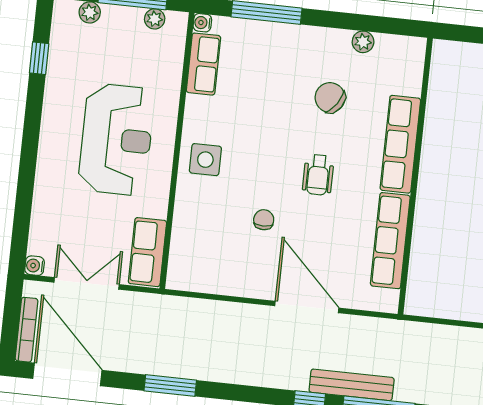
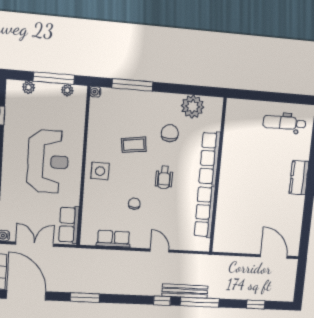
plant: (363, 42) -> (193, 107), width x1.88, depth x1.88
row of seats: (203, 64) -> (113, 239), moved, turned -90
chair: (330, 98) -> (170, 133), turned 56
coffee table: (266, 116) -> (134, 145), added
door: (307, 307) -> (160, 251), width x0.53

